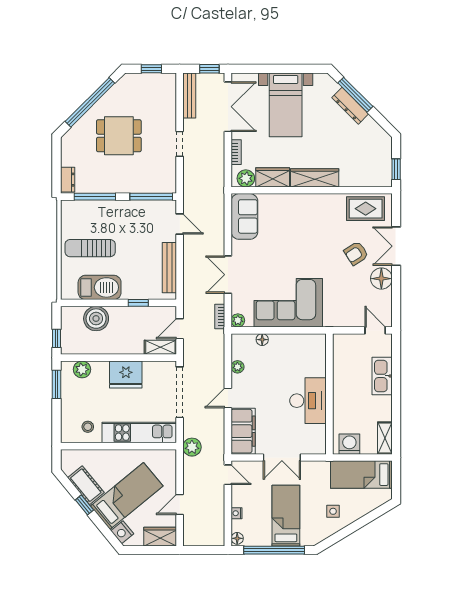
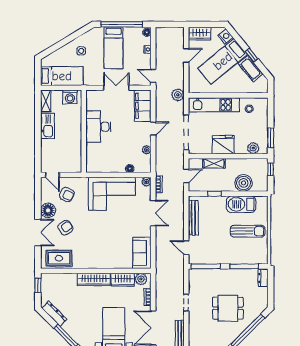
dresser: (350, 106) -> (54, 314), moved
armchair: (354, 301) -> (67, 195), added
shelving: (160, 347) -> (214, 163), moved
kitchen sink: (382, 376) -> (48, 126), moved

